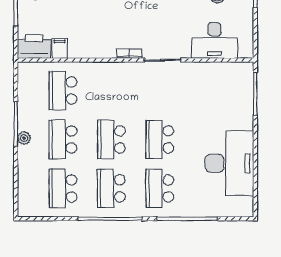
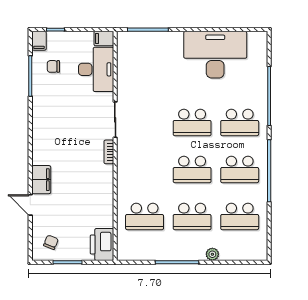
filing cabinet: (60, 48) -> (104, 39), moved
plant: (24, 138) -> (212, 254), moved

